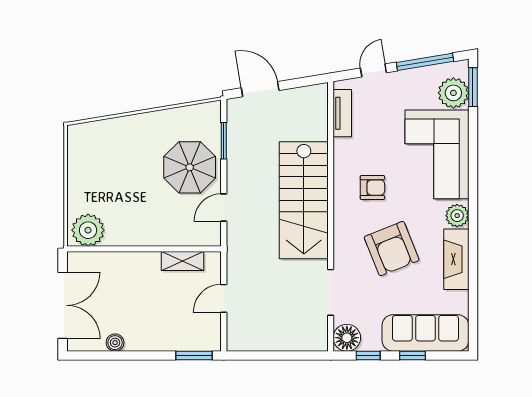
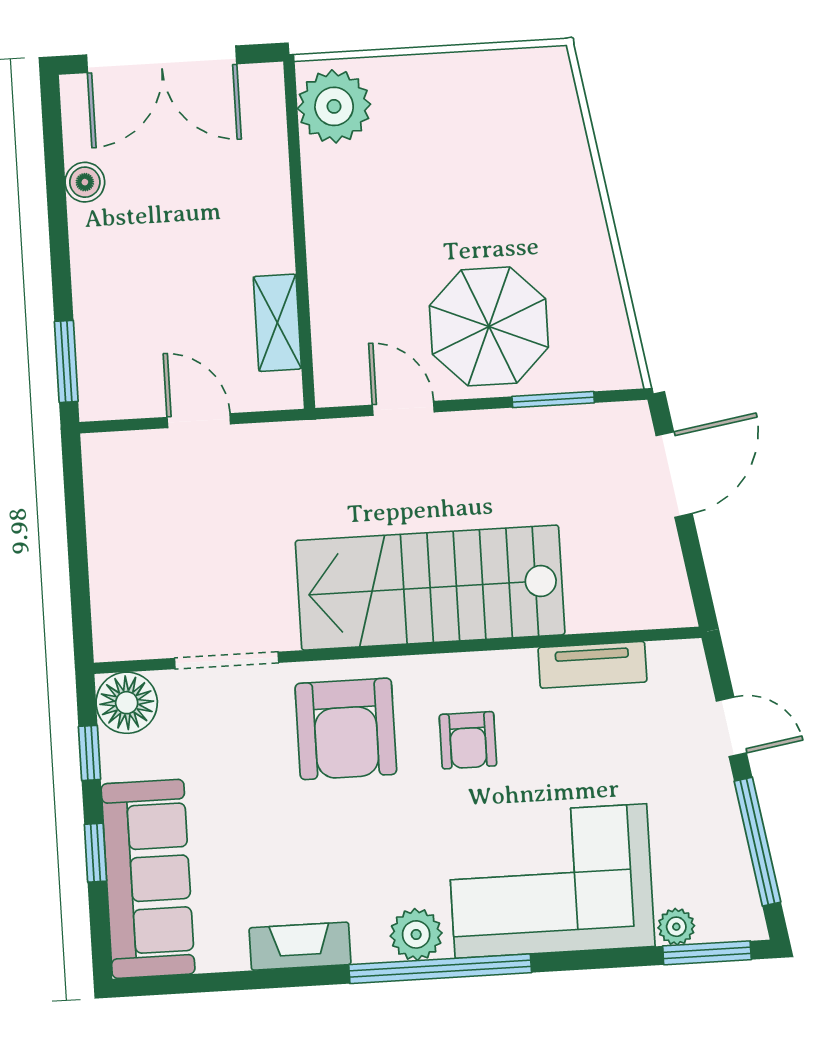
plant: (453, 93) -> (676, 927), width x0.53, depth x0.53
tv unit: (342, 113) -> (592, 665), moved
window: (473, 206) -> (440, 969), added
armchair: (392, 249) -> (346, 729), moved, turned -68
fireplace: (456, 259) -> (300, 946), width x0.73, depth x0.76

